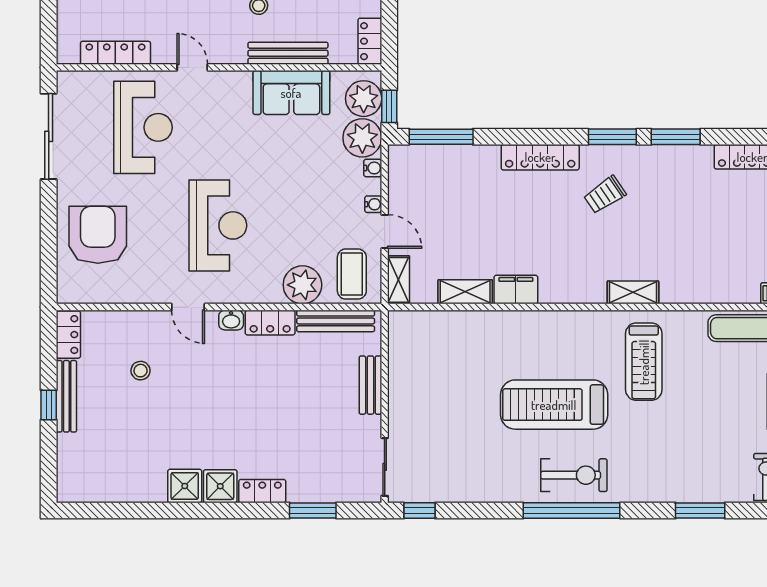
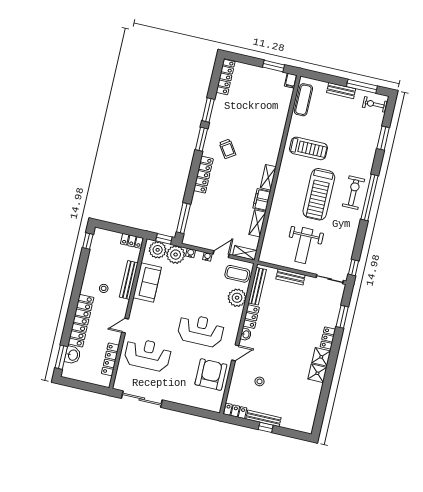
armchair: (98, 235) -> (211, 375), moved, turned 90
shelving: (633, 292) -> (268, 177), moved
weight bench: (442, 398) -> (304, 245), added

